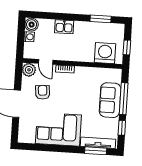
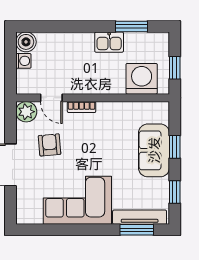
kitchen sink: (64, 27) -> (109, 42), moved
window: (124, 99) -> (175, 147), width x0.46

